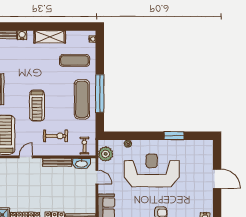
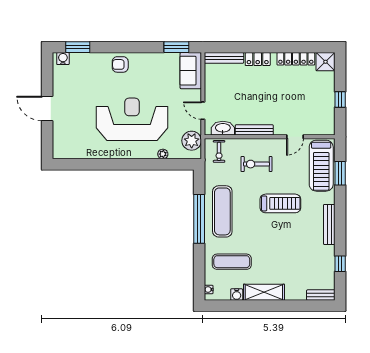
water cooler: (22, 35) -> (237, 295), moved
treadmill: (37, 105) -> (280, 203), turned 90
window: (174, 136) -> (103, 164), removed
reception desk: (152, 170) -> (132, 119), turned 180

